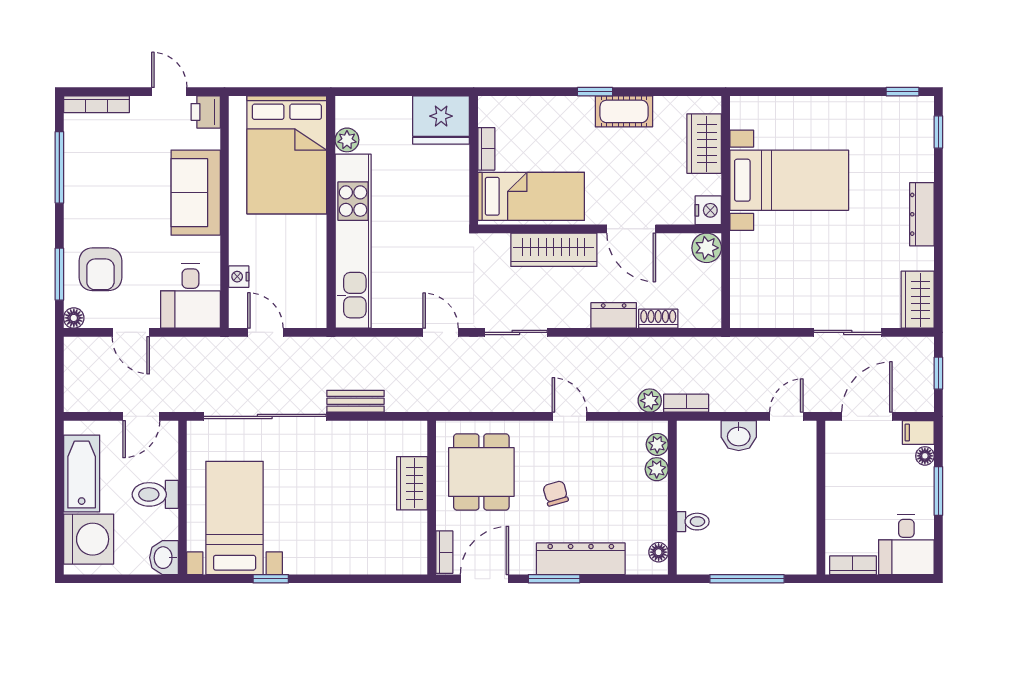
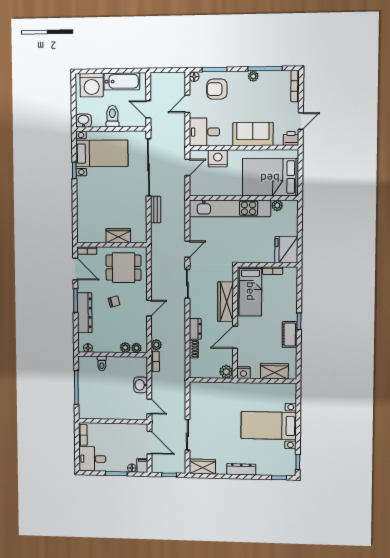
bed with nightstands: (789, 180) -> (269, 426), moved, turned 90
plant: (74, 192) -> (253, 76), added
nightstand: (239, 277) -> (218, 158), width x1.89, depth x1.79

